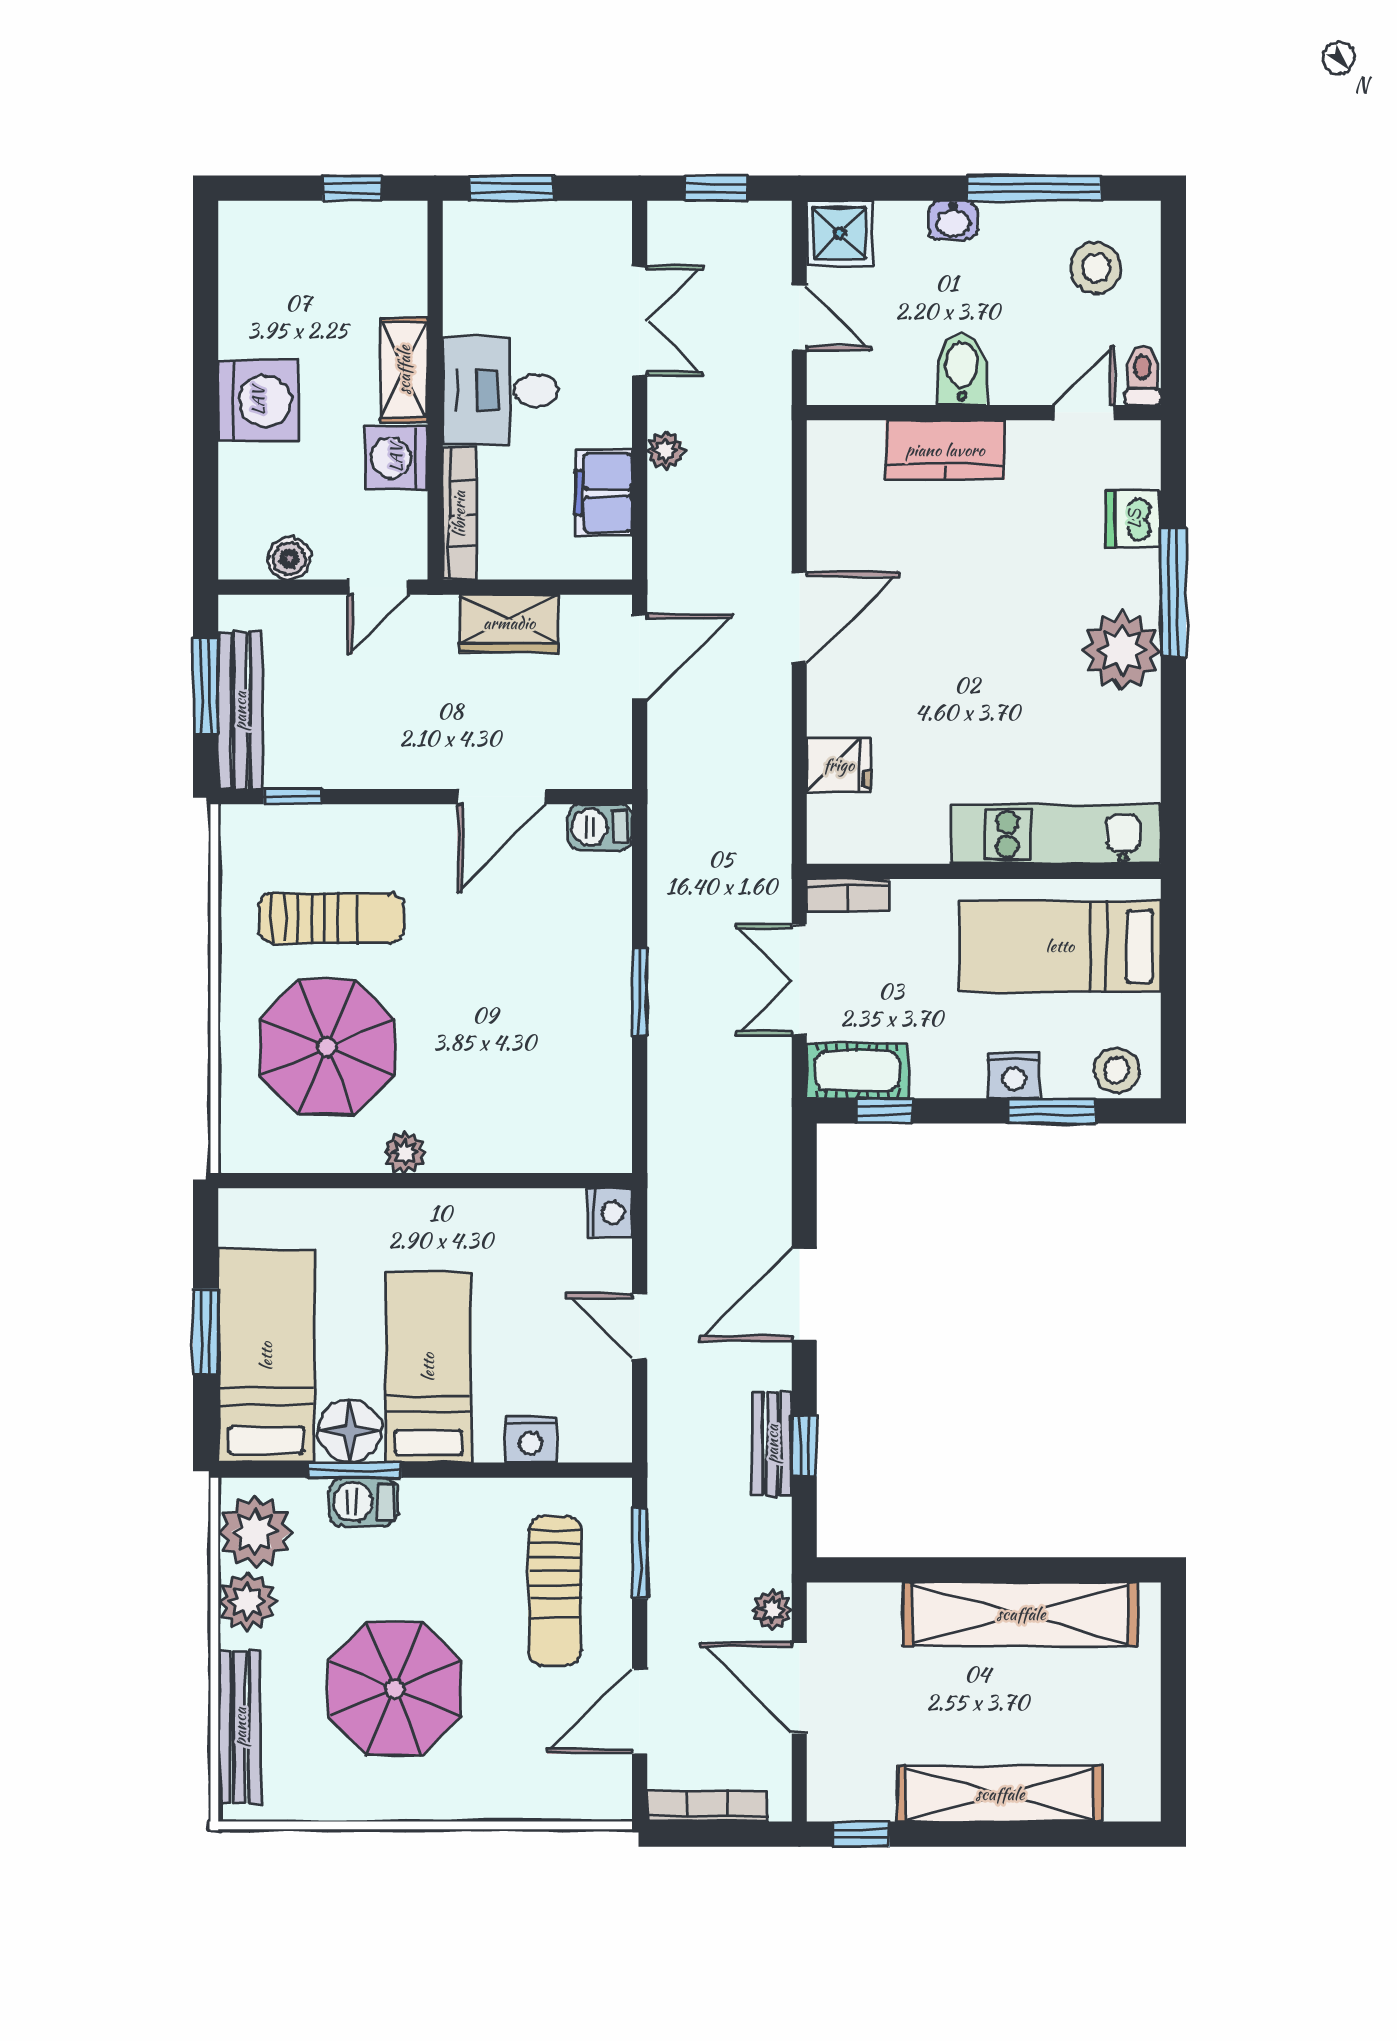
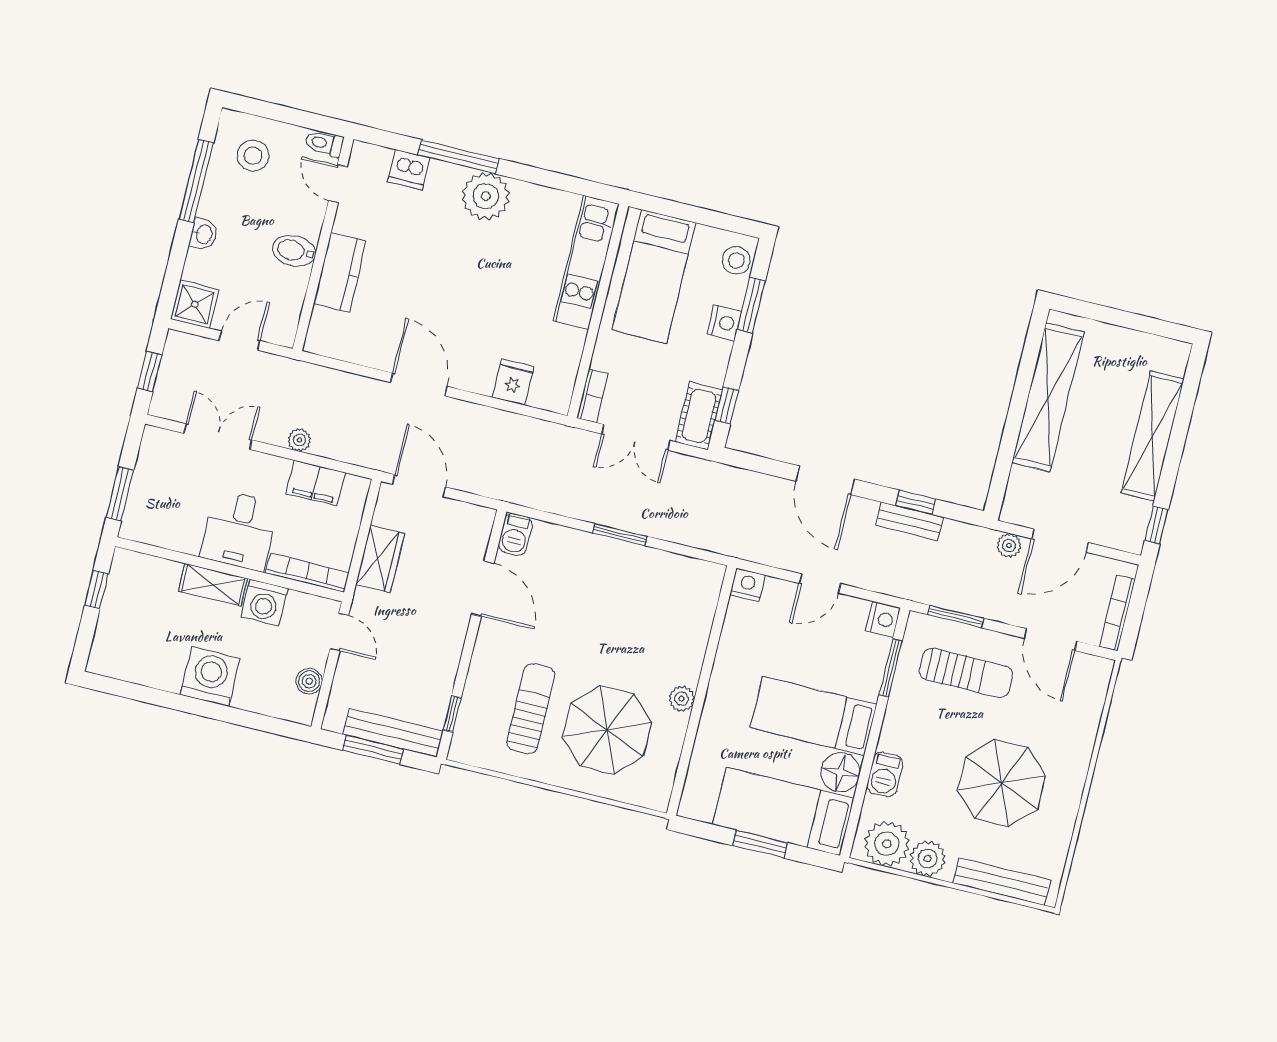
nightstand: (531, 1440) -> (883, 619), moved
window: (354, 1470) -> (891, 668), moved

